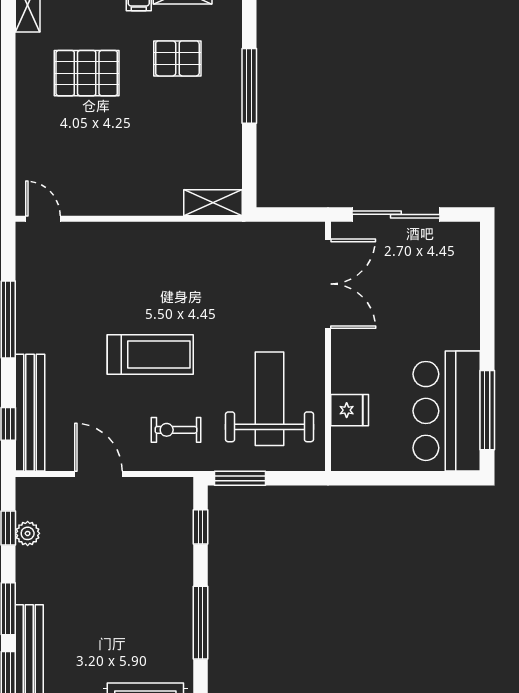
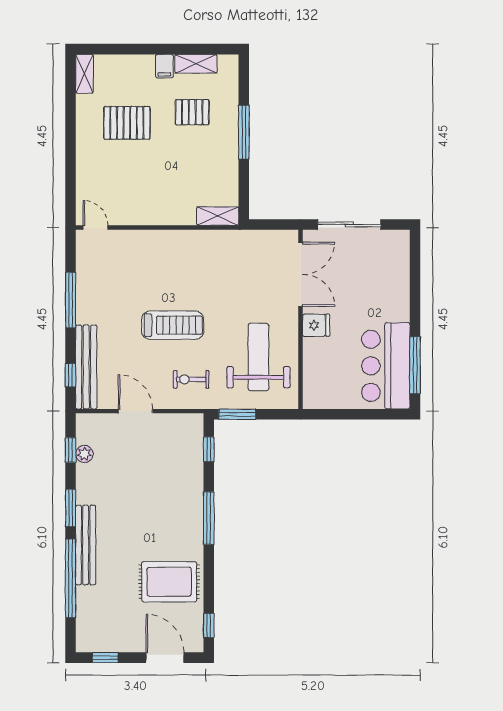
fridge: (350, 410) -> (316, 325), moved

